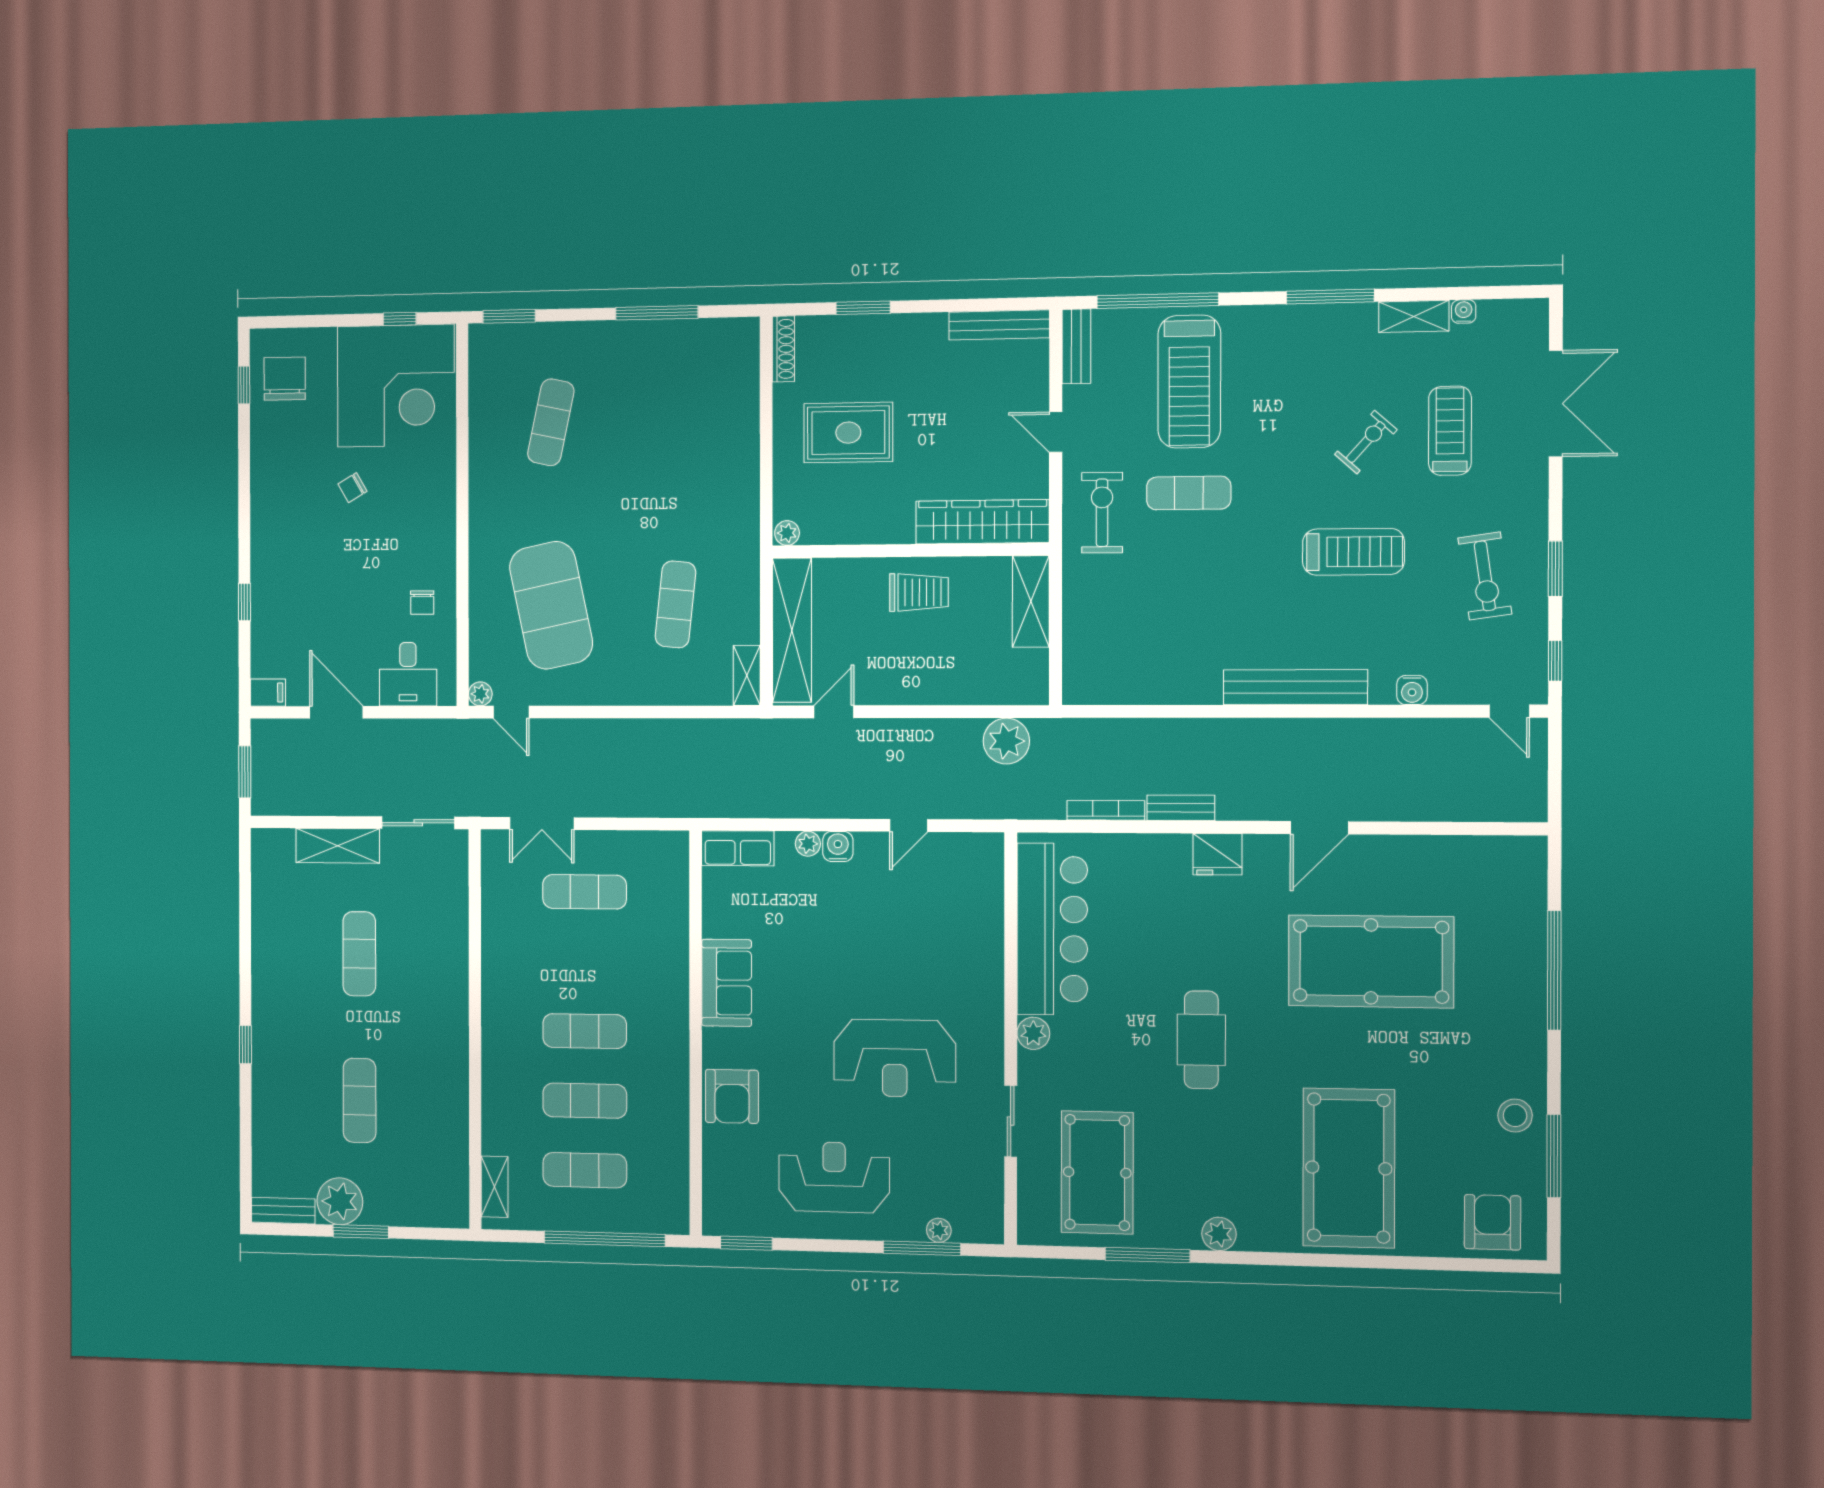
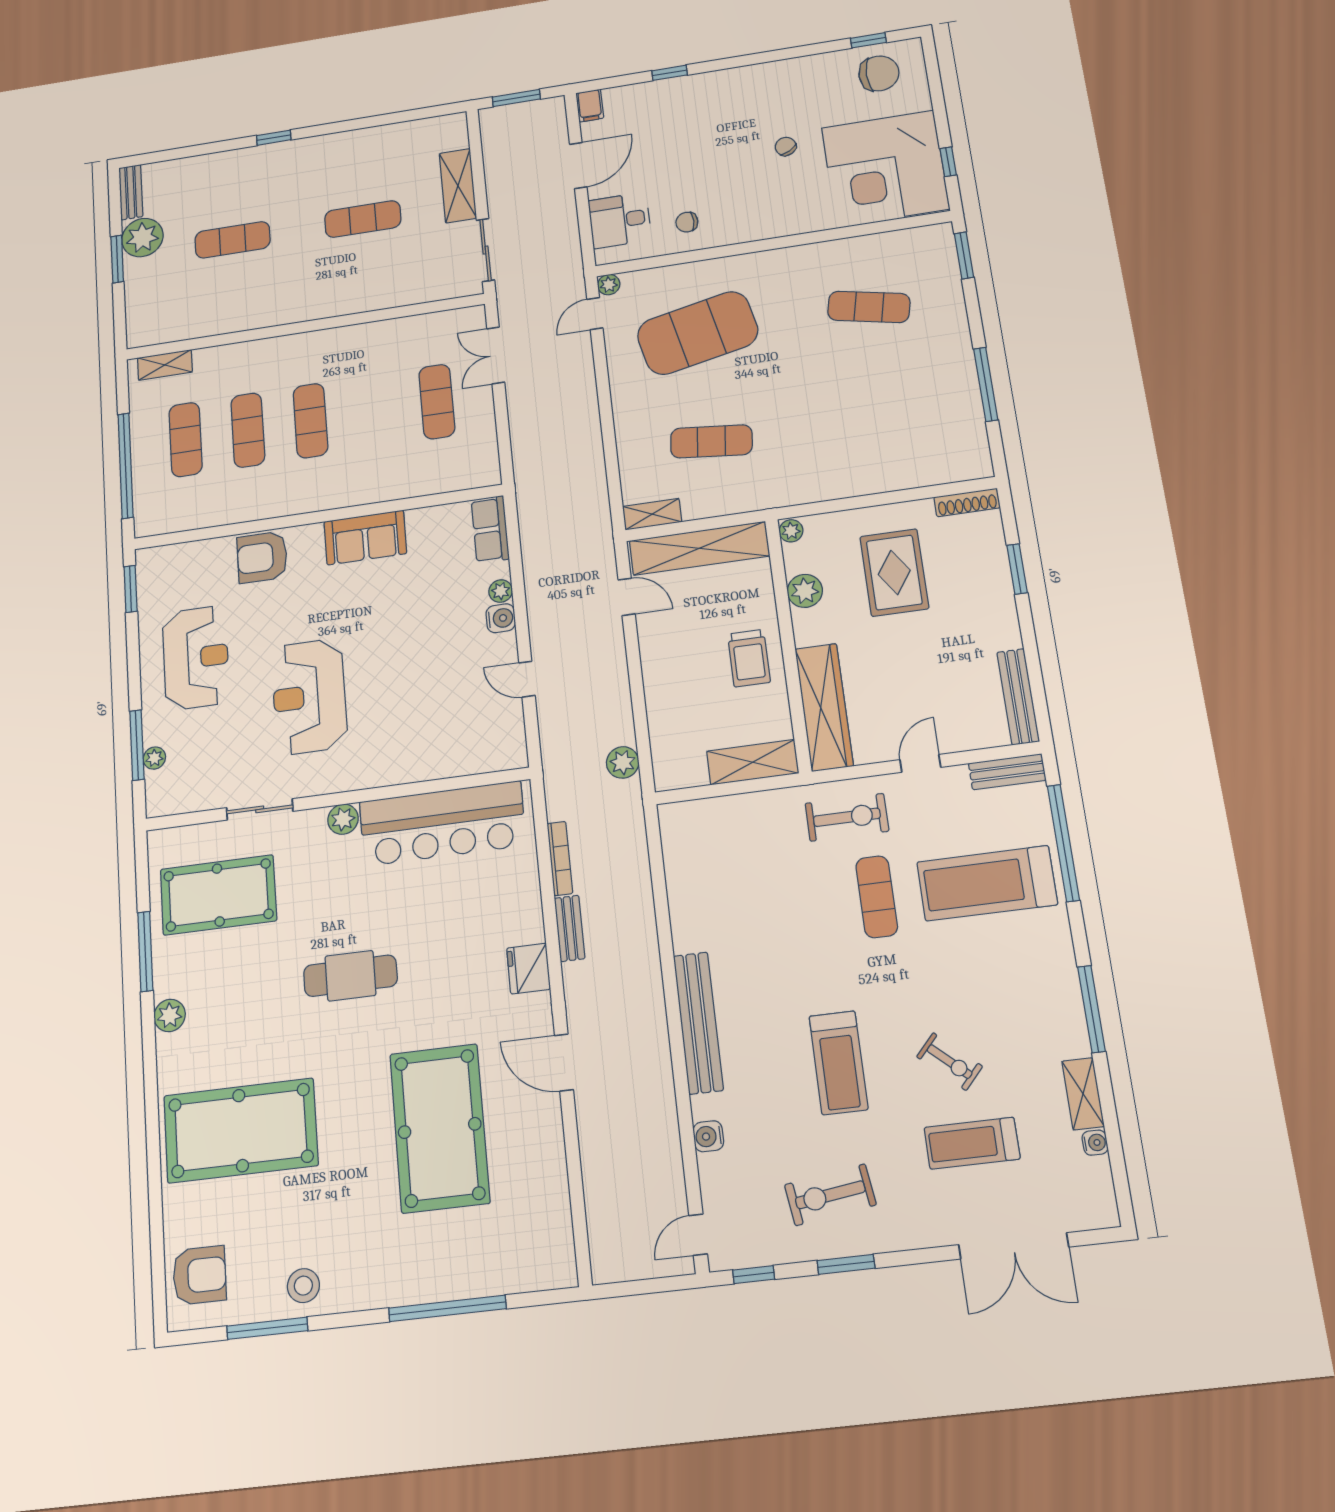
treadmill: (1450, 431) -> (972, 1143), turned 180
plant: (855, 526) -> (805, 591), added
plant: (1006, 741) -> (623, 762), width x0.73, depth x0.73

